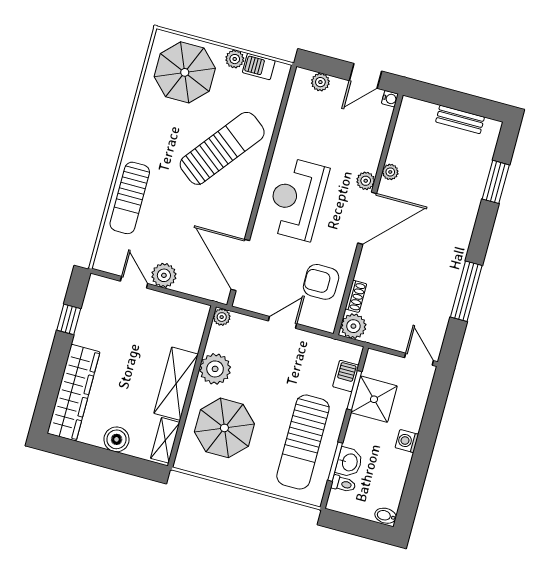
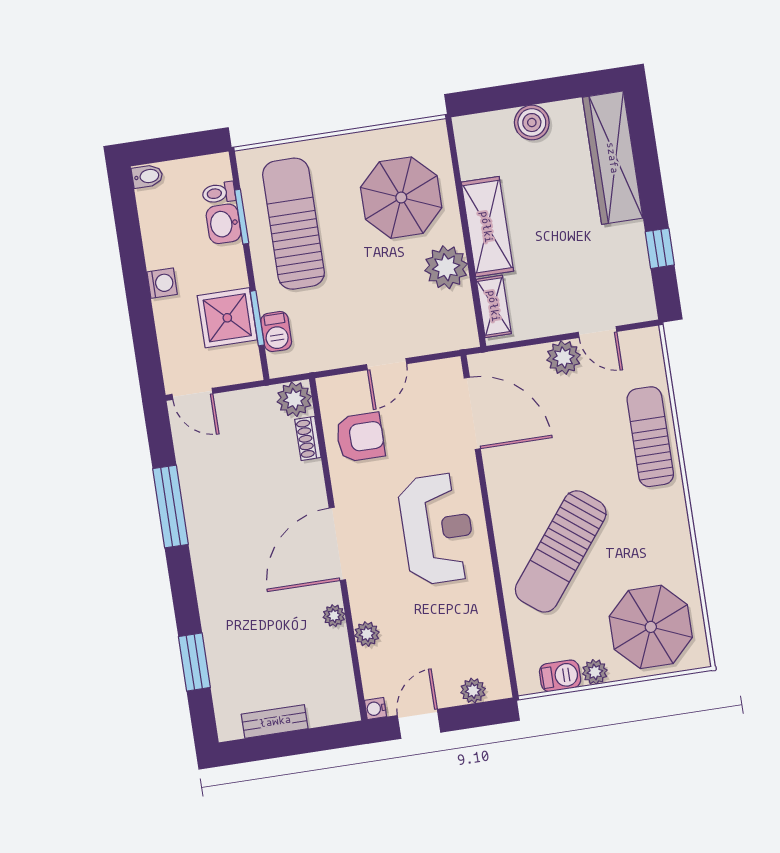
plant: (366, 181) -> (367, 634), moved
plant: (222, 317) -> (467, 337), removed
shelving: (165, 440) -> (494, 306), moved

